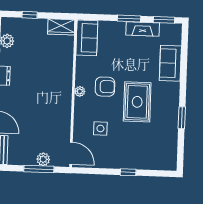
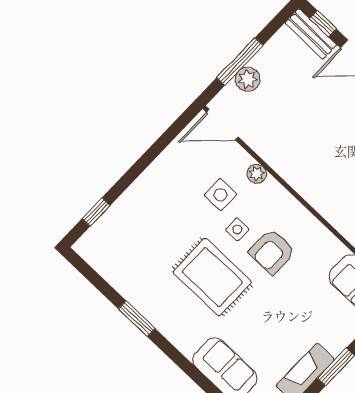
plant: (80, 91) -> (257, 174), moved
side table: (109, 109) -> (237, 229), added
window: (128, 172) -> (96, 212), moved

